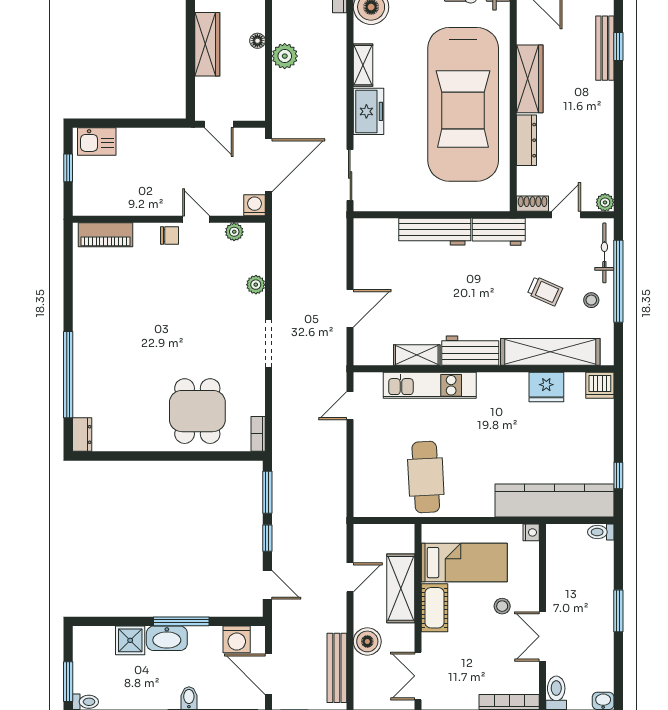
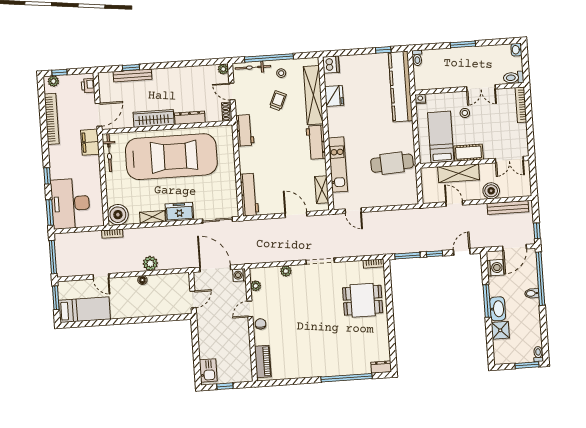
wardrobe: (207, 44) -> (147, 309), removed
workbench: (435, 232) -> (249, 195), moved
shelving: (417, 355) -> (322, 190), moved

